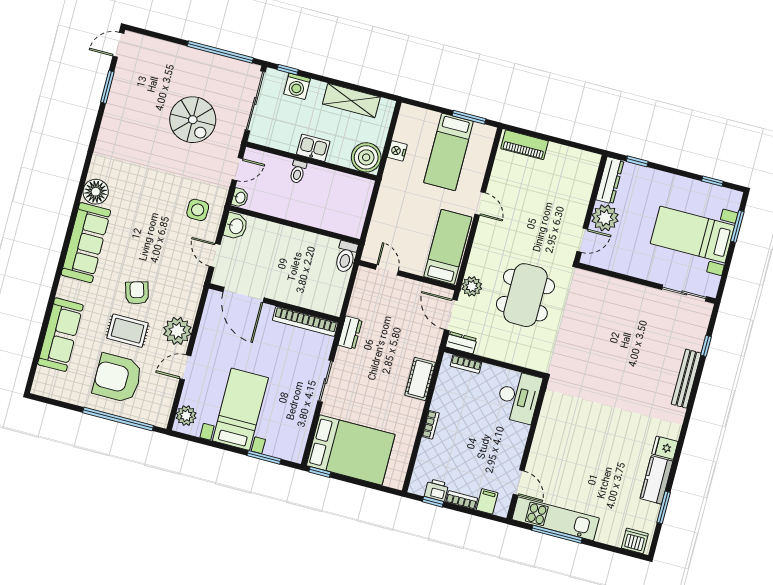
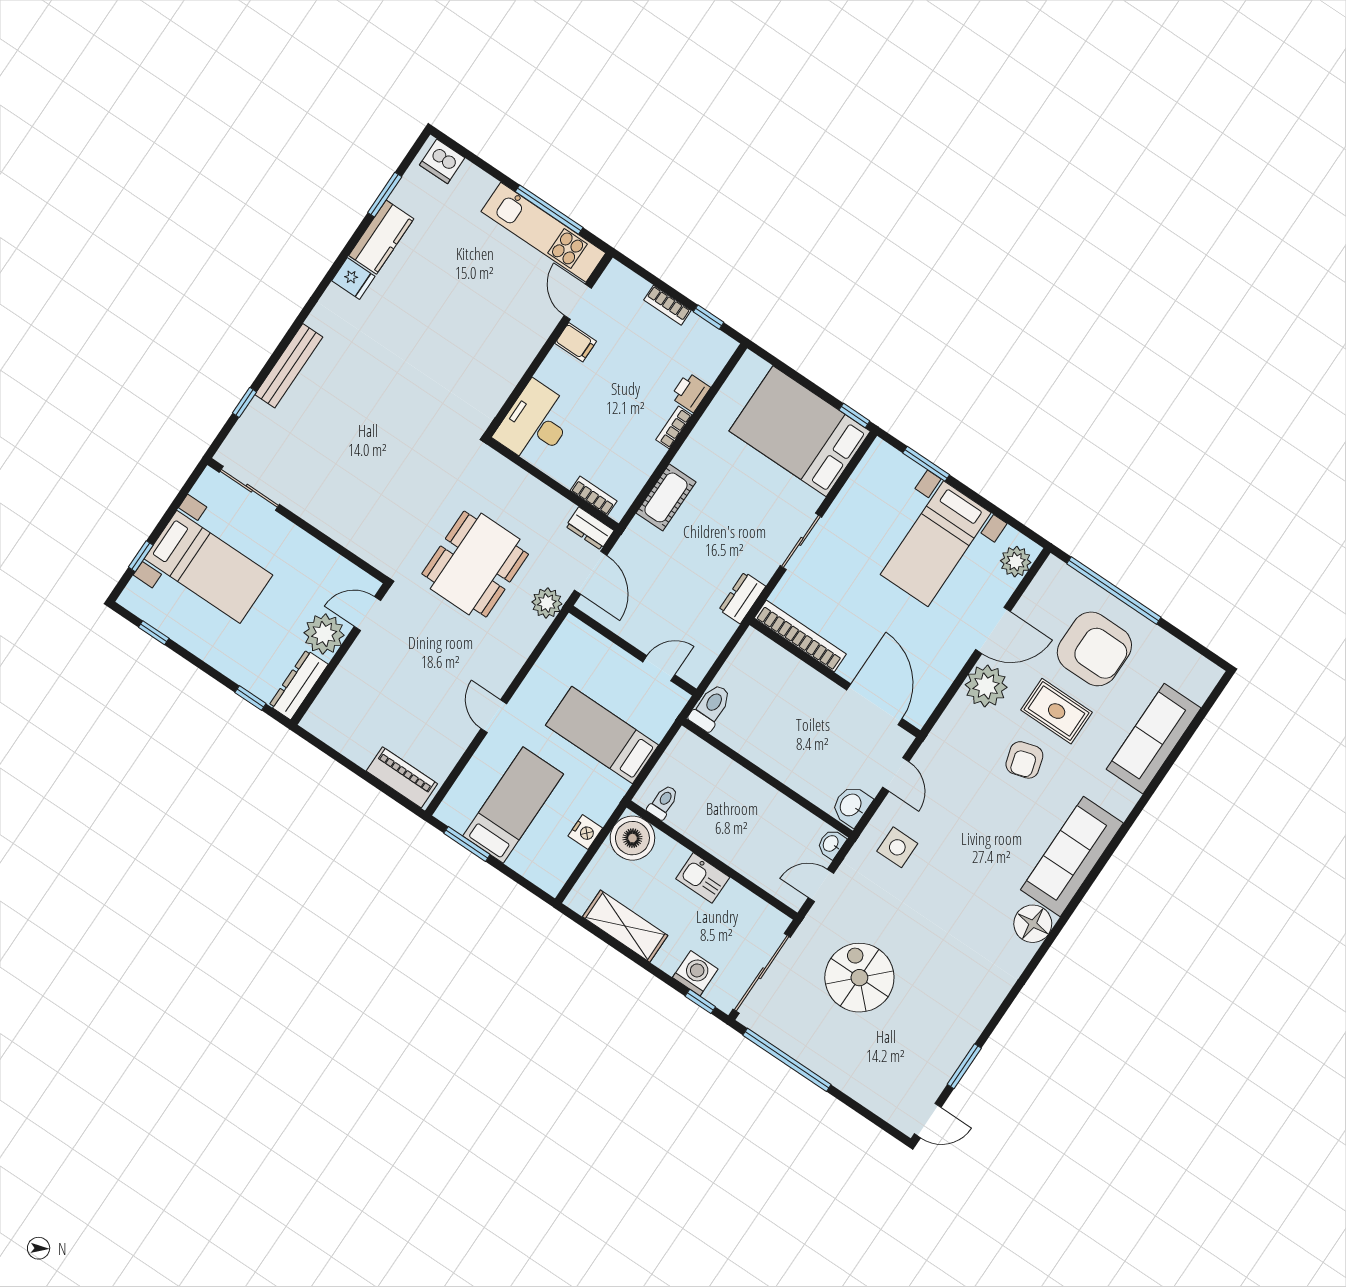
toilet: (298, 172) -> (663, 802), moved
window: (737, 226) -> (141, 556), width x0.67
bed: (448, 247) -> (602, 735), moved, turned 90
door: (387, 270) -> (659, 668), swing flipped
door: (185, 367) -> (993, 630), width x1.38
printer: (436, 490) -> (690, 392), moved, turned 90
filing cabinet: (487, 501) -> (576, 342), moved, turned -90

